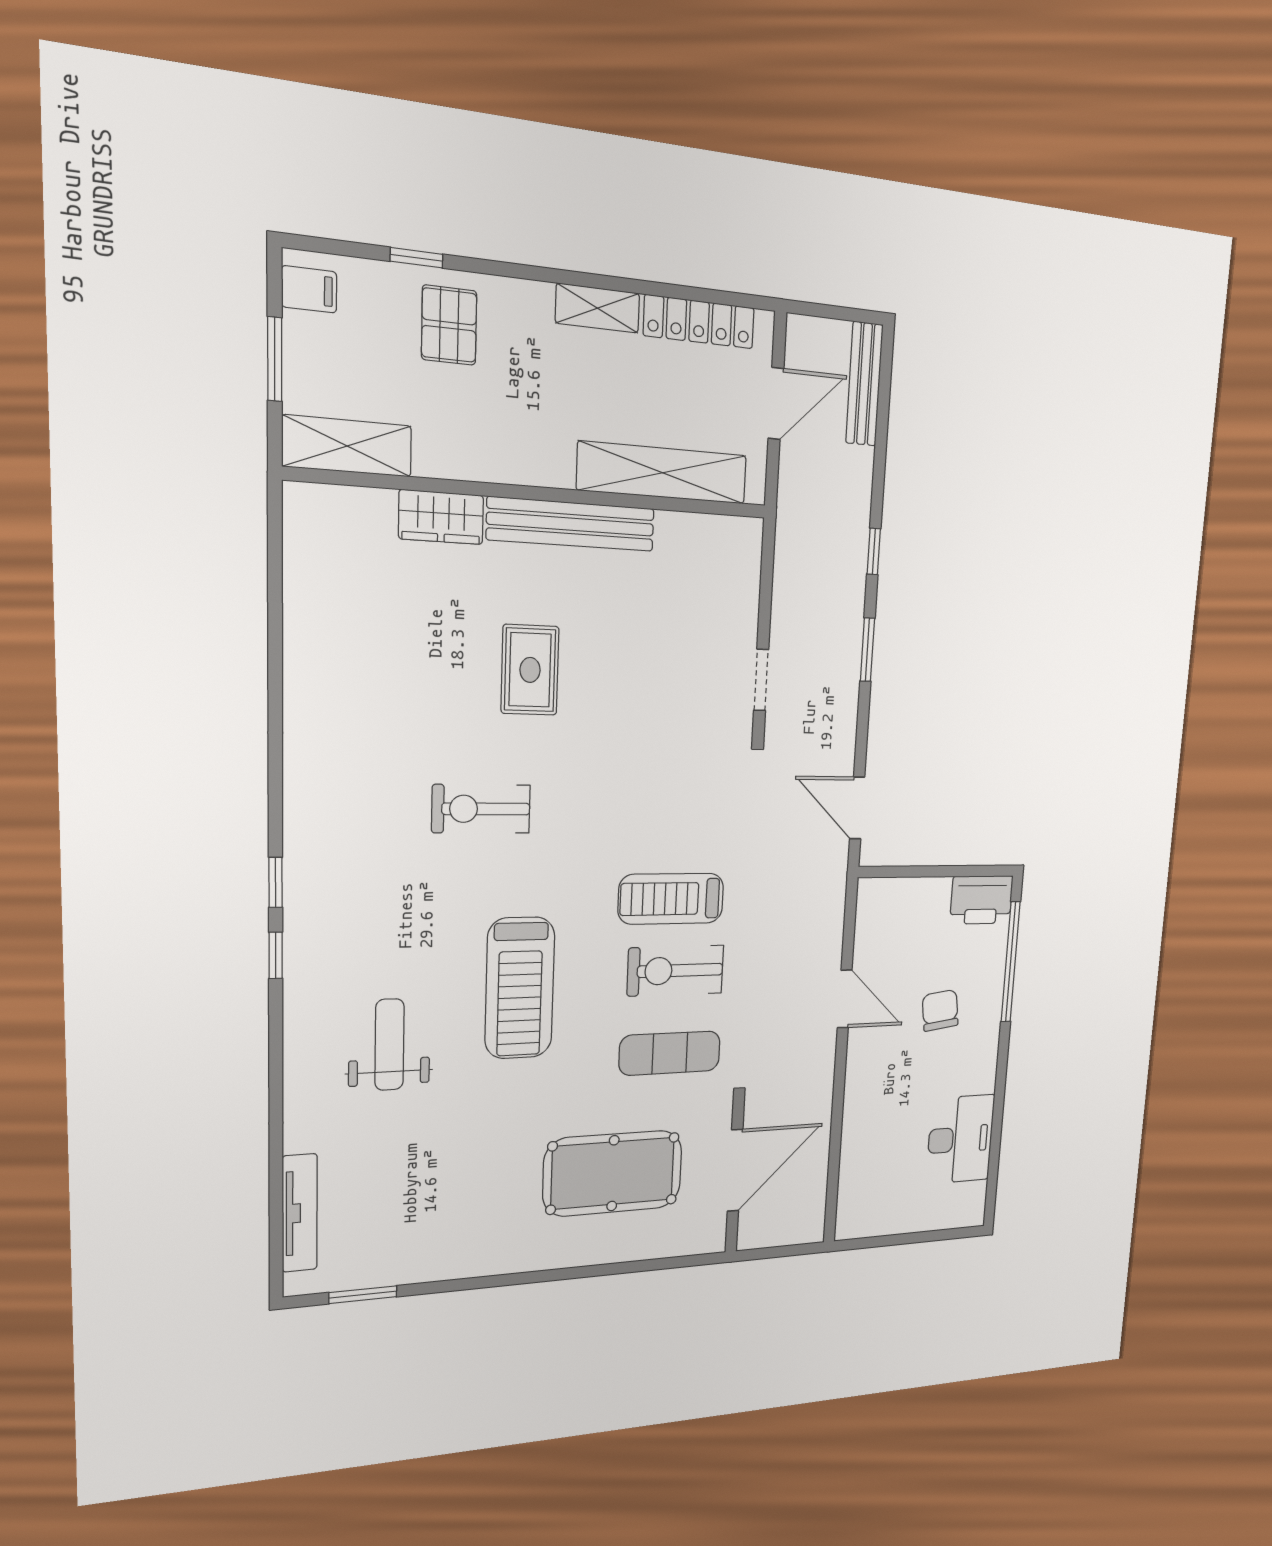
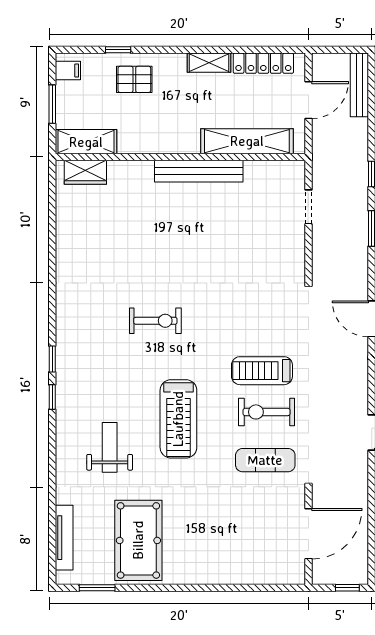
pallet: (449, 325) -> (134, 79), turned 90
wardrobe: (441, 517) -> (85, 172), moved
rug: (530, 670) -> (179, 247), removed
doorway: (761, 680) -> (308, 207), moved
exercise bike: (481, 809) -> (155, 321), turned 180
pool table: (613, 1173) -> (138, 540), moved, turned 90
window: (792, 1250) -> (347, 588), added

